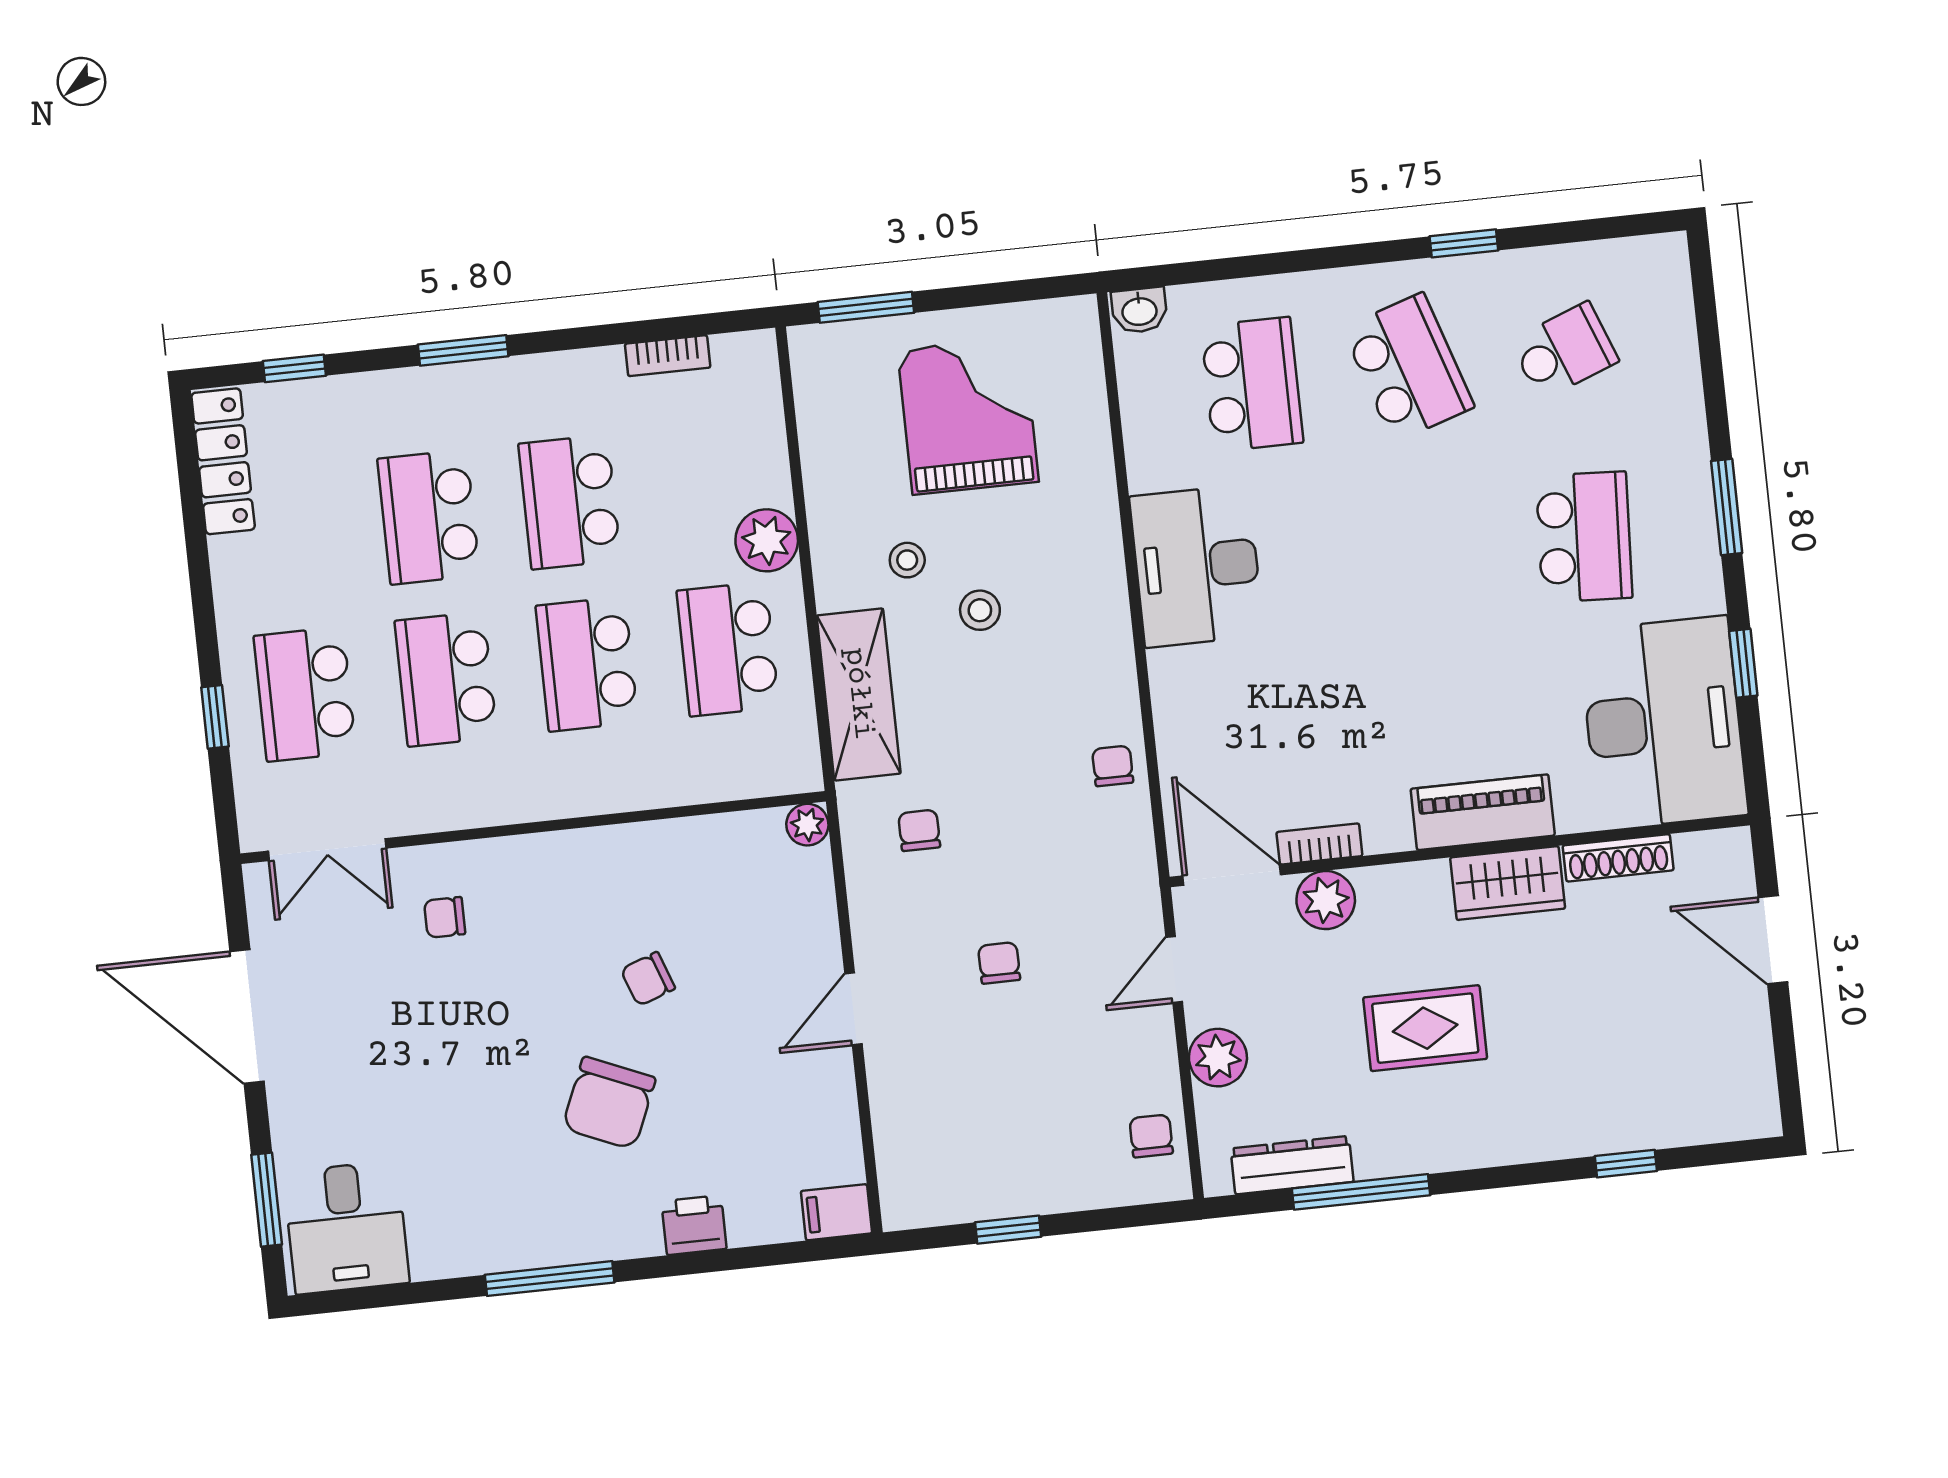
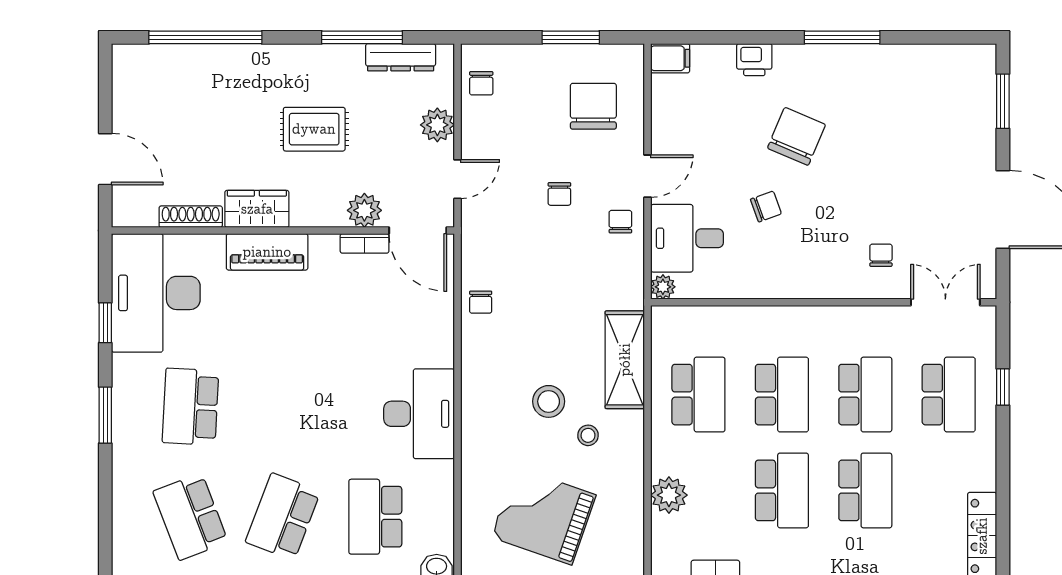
school desk: (1564, 351) -> (190, 517), width x1.85
school desk: (1408, 368) -> (283, 517), turned 39
grand piano: (968, 416) -> (543, 516), turned 109
plant: (767, 540) -> (669, 495), moved
stool: (980, 610) -> (549, 401), width x1.37, depth x1.37
chair: (919, 830) -> (620, 222), moved, turned 180
chair: (445, 917) -> (881, 255), turned -90
chair: (958, 1117) -> (593, 106), added
window: (1626, 1164) -> (205, 37), width x3.17
desk: (346, 1227) -> (687, 238), moved, turned -90
window: (1008, 1230) -> (571, 37), width x1.50

